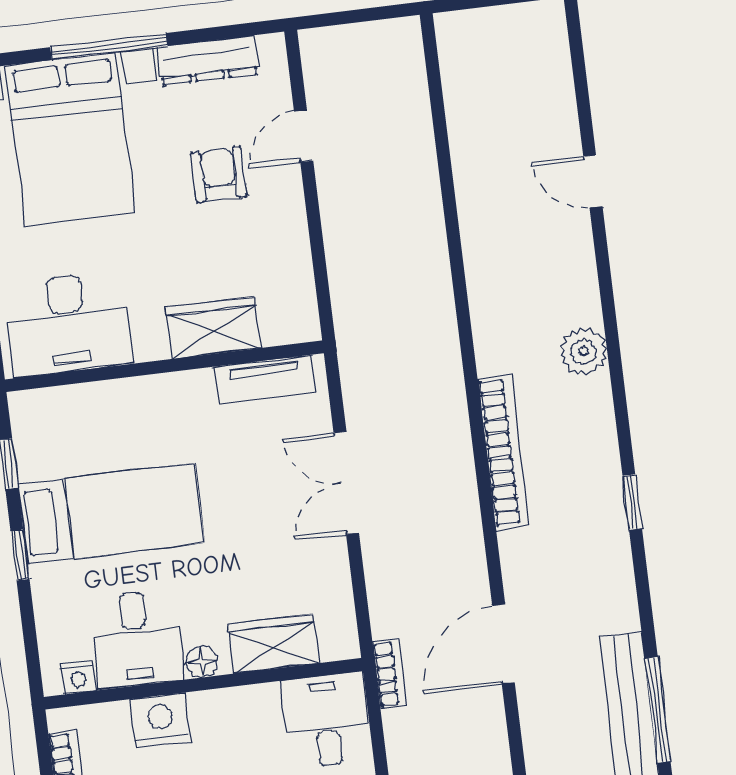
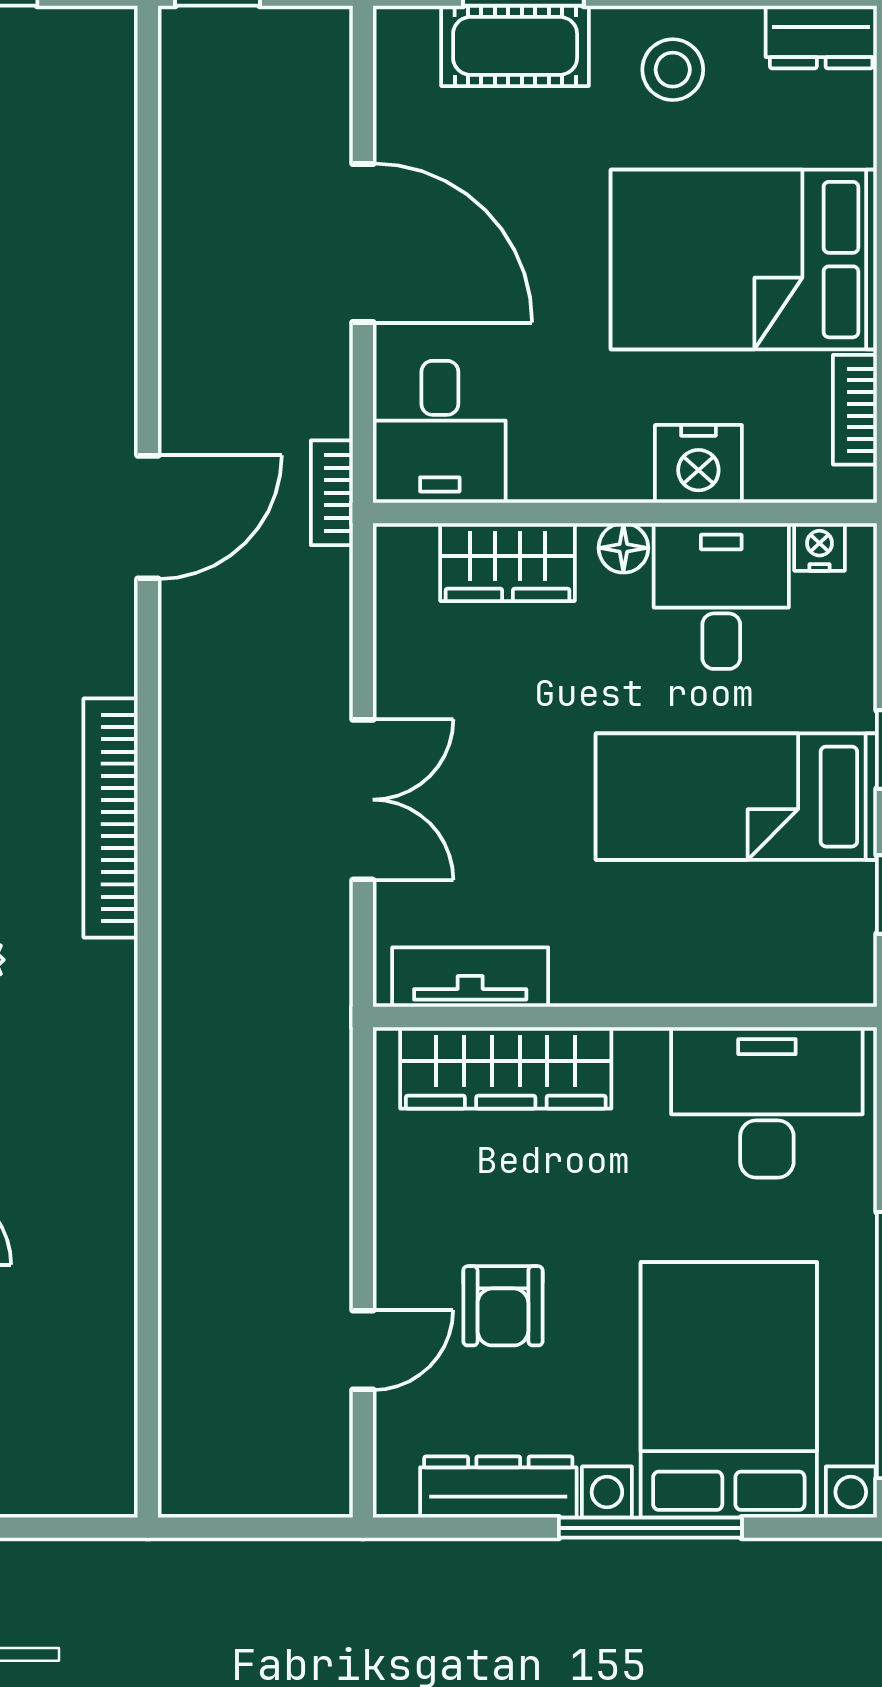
wardrobe: (213, 328) -> (506, 1068), width x1.50

